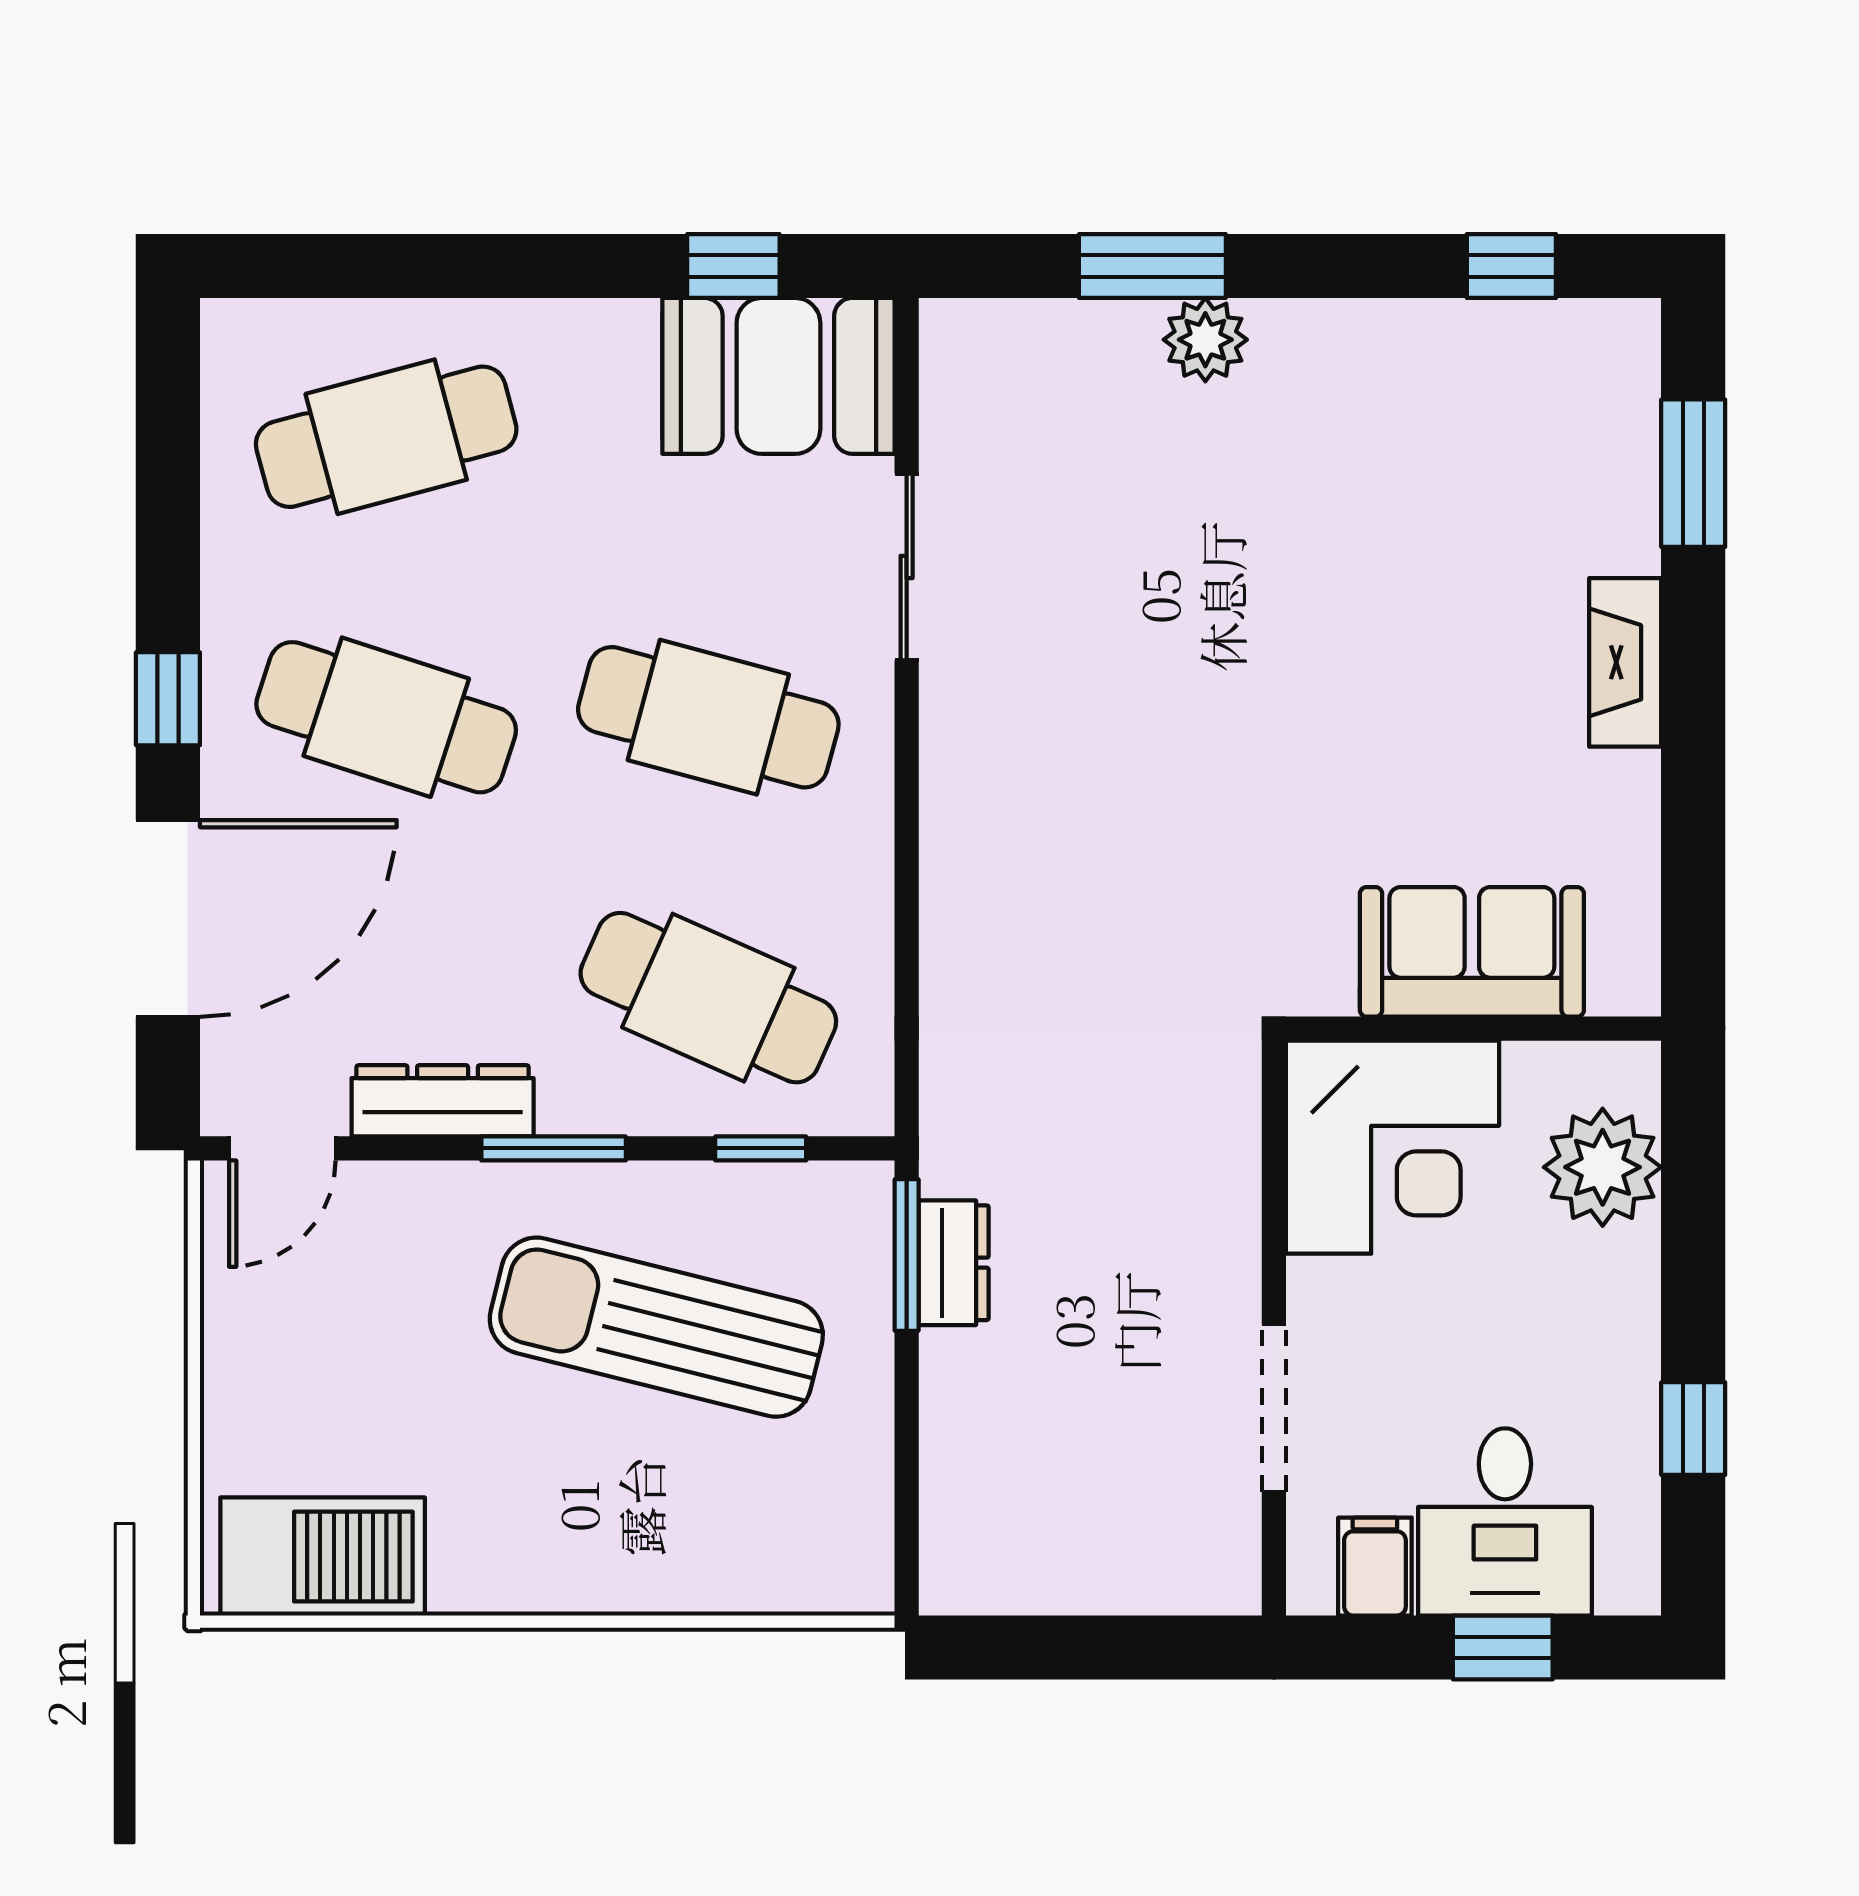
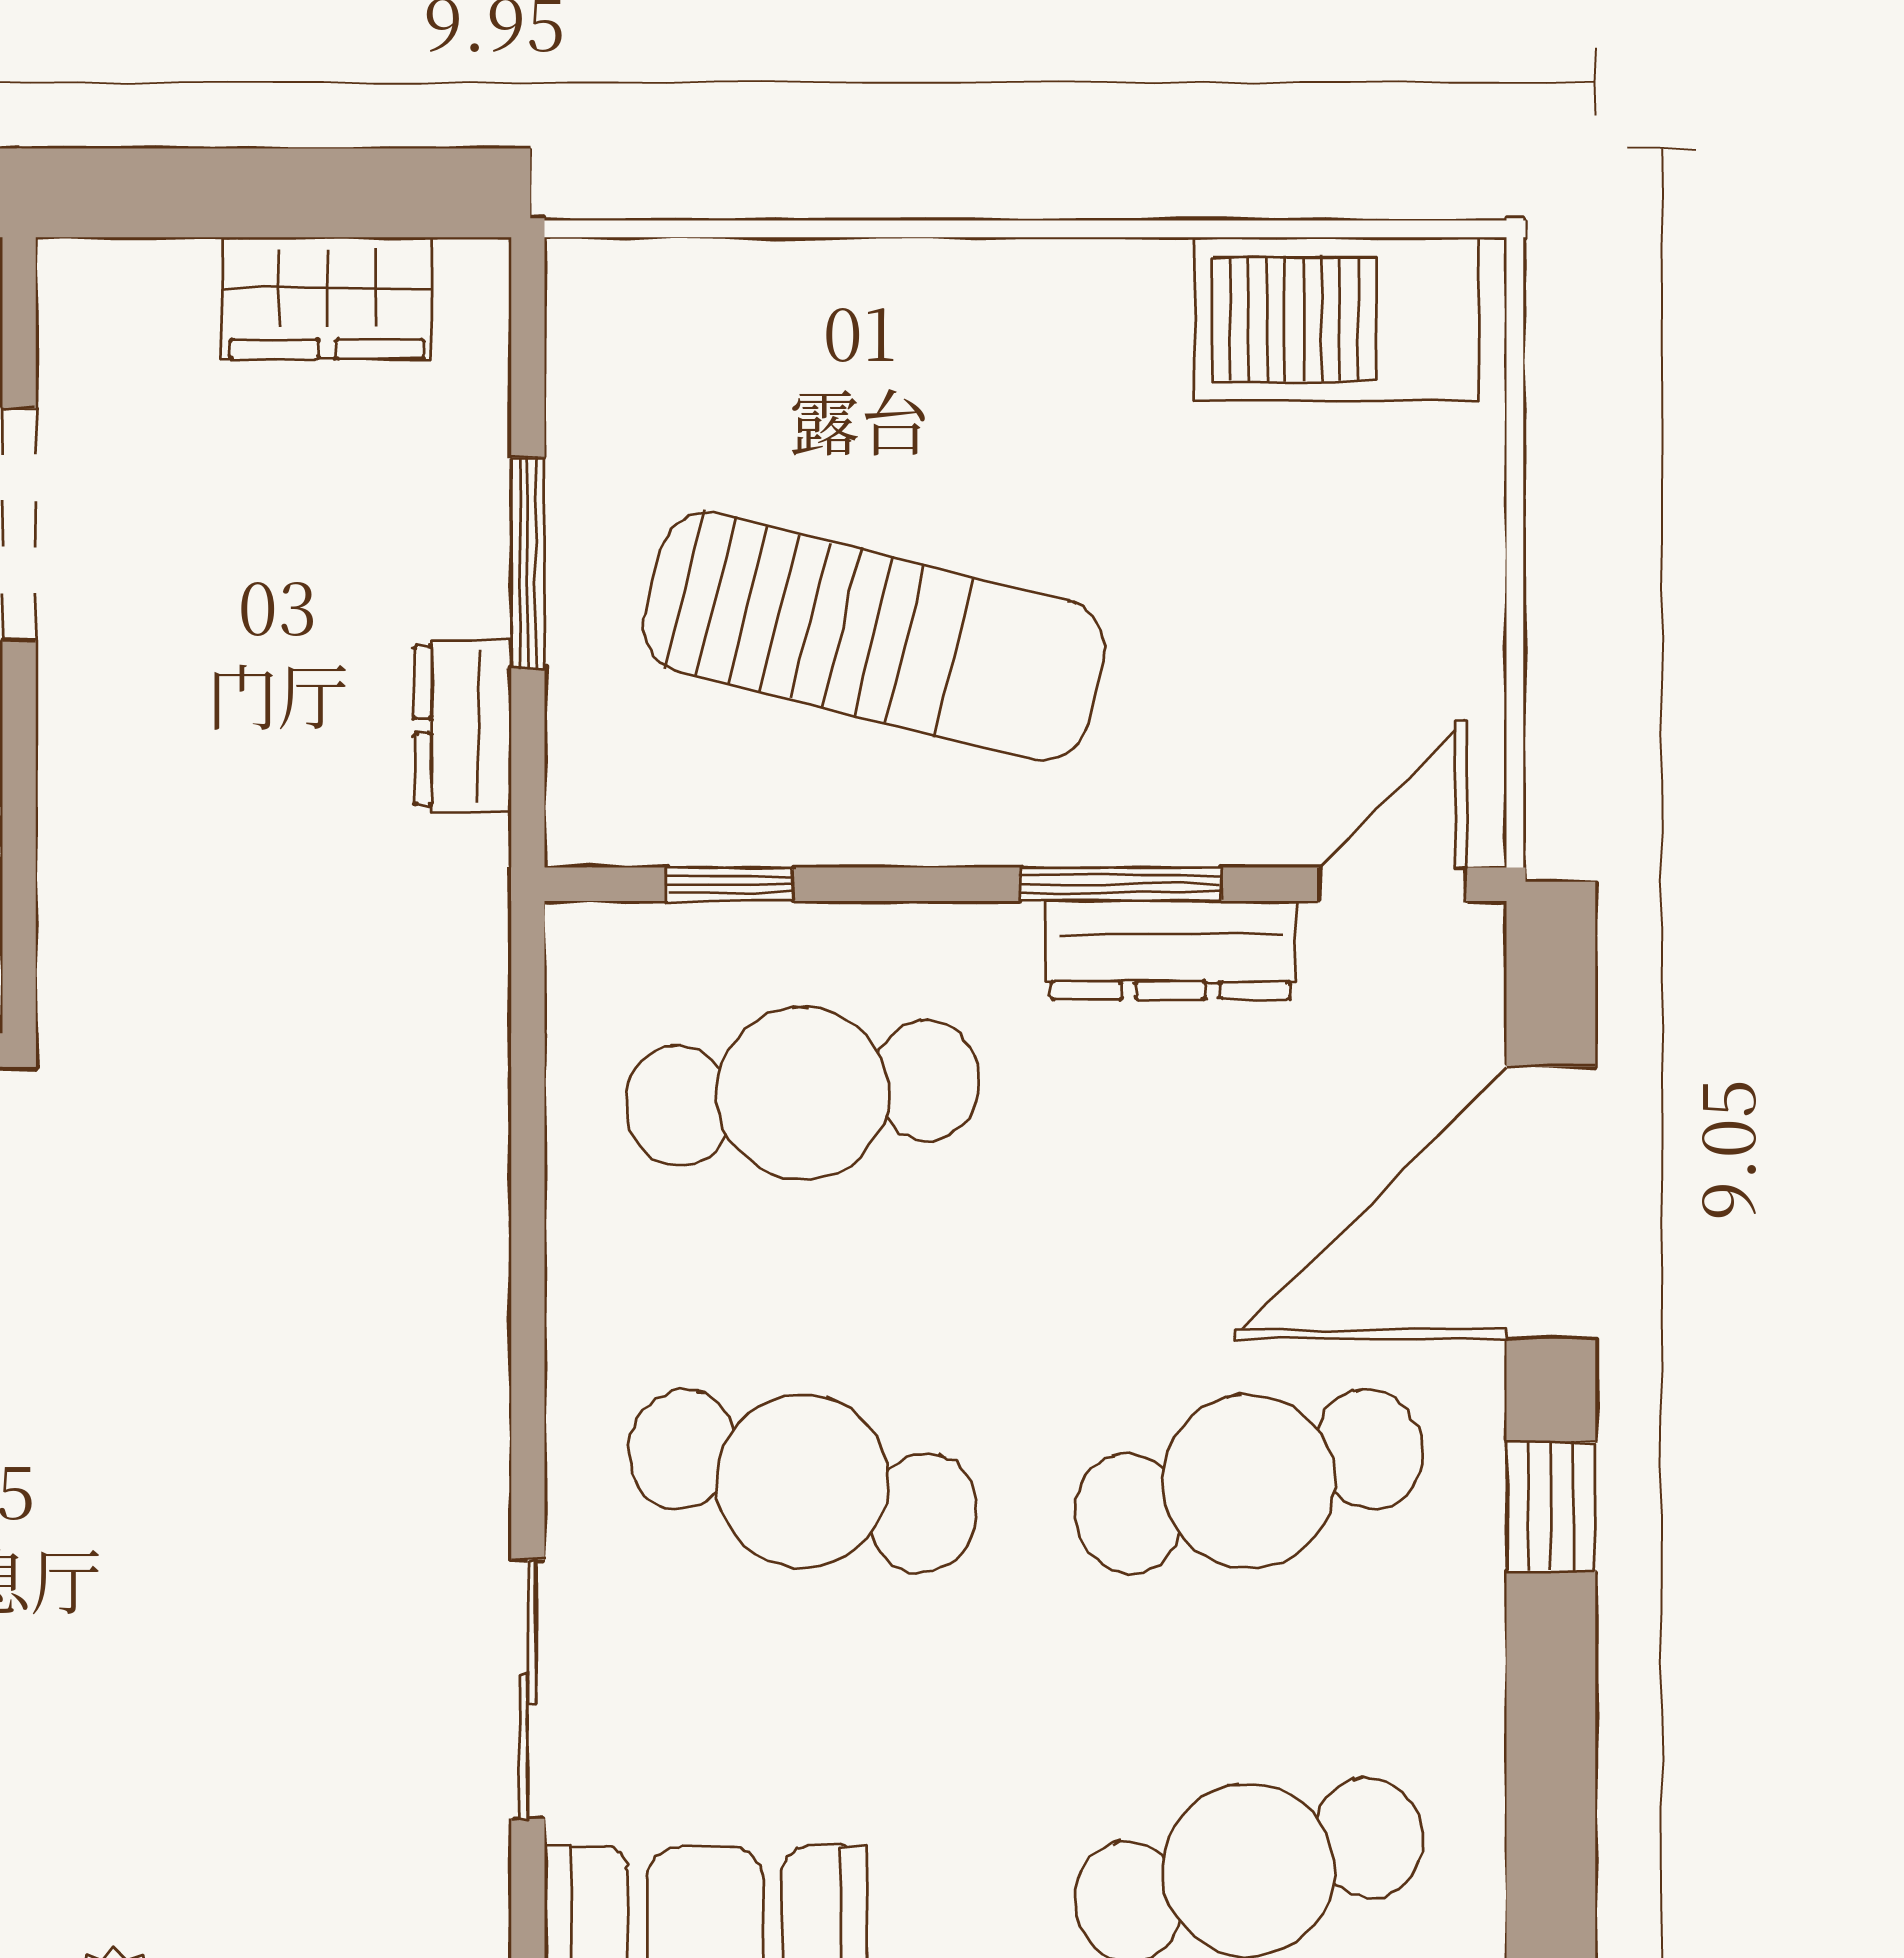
cafe table: (386, 717) -> (1249, 1481), turned -33
cafe table: (708, 998) -> (802, 1093), turned -30
window: (554, 1148) -> (1121, 884), moved
window: (907, 1255) -> (528, 563), moved
wardrobe: (1052, 1572) -> (327, 298), added

